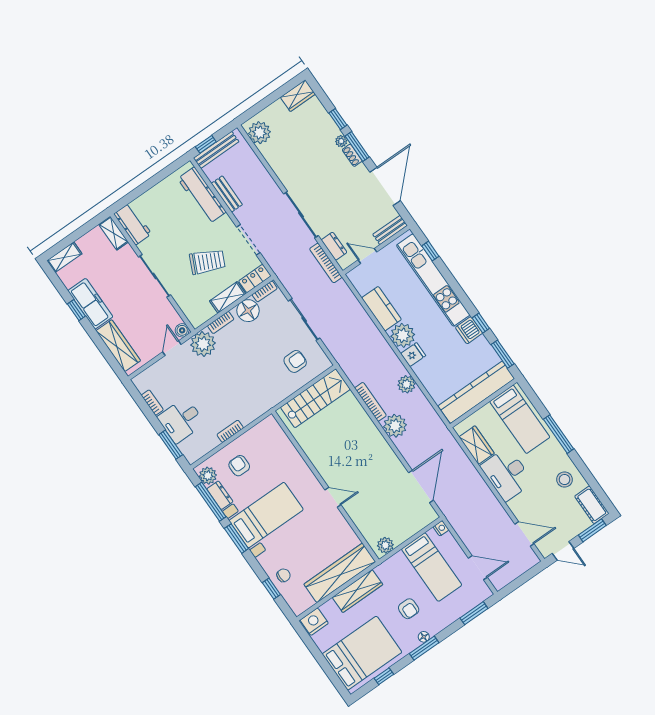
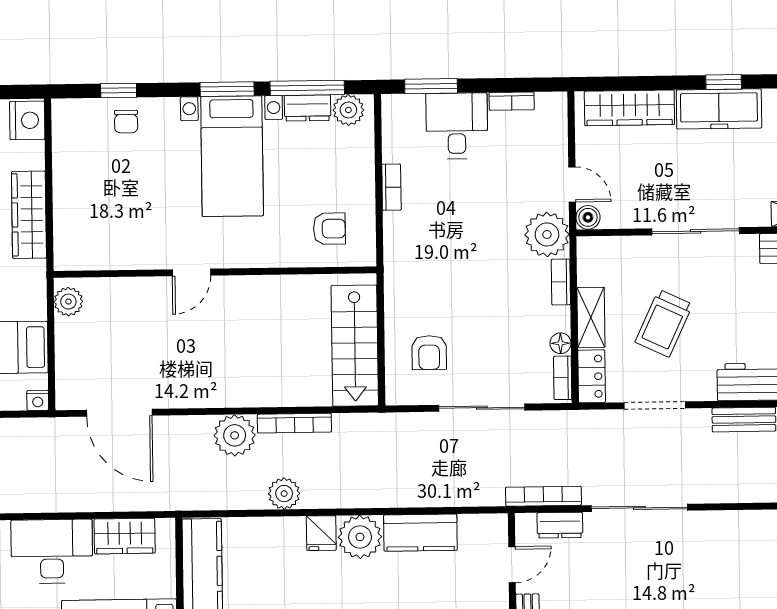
floor lamp: (248, 311) -> (561, 343), width x0.53, depth x0.53
armchair: (239, 466) -> (329, 229), moved
wardrobe: (340, 573) -> (73, 207), removed

